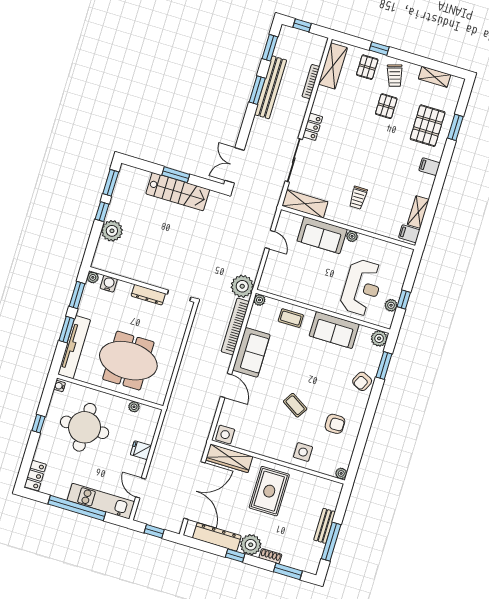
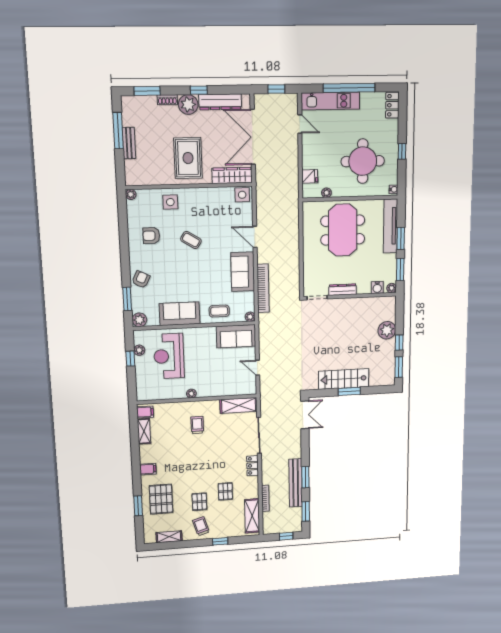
pallet: (367, 67) -> (225, 491), moved
sofa: (322, 235) -> (236, 336), moved, turned 180
plant: (242, 286) -> (268, 323), removed
meeting table: (128, 361) -> (343, 230), turned 90
fridge: (141, 450) -> (310, 176), moved

